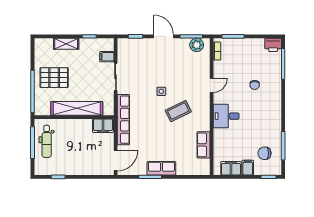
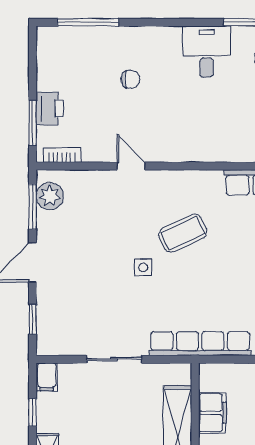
printer: (273, 45) -> (50, 108), moved
filing cabinet: (107, 57) -> (47, 377), moved
coffee table: (178, 111) -> (183, 233), turned 90
desk: (226, 116) -> (207, 52), moved, turned 180
filing cabinet: (103, 126) -> (212, 413), moved

